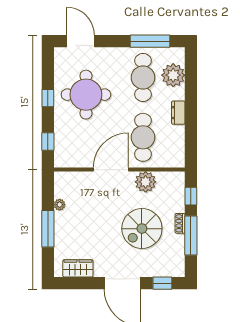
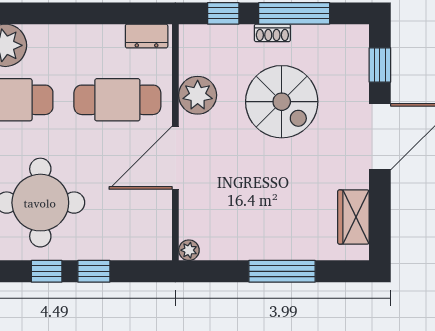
dresser: (178, 113) -> (147, 36), moved
window: (48, 141) -> (94, 271), moved
door: (111, 170) -> (175, 158), hinge flipped
plant: (60, 205) -> (189, 250), moved

